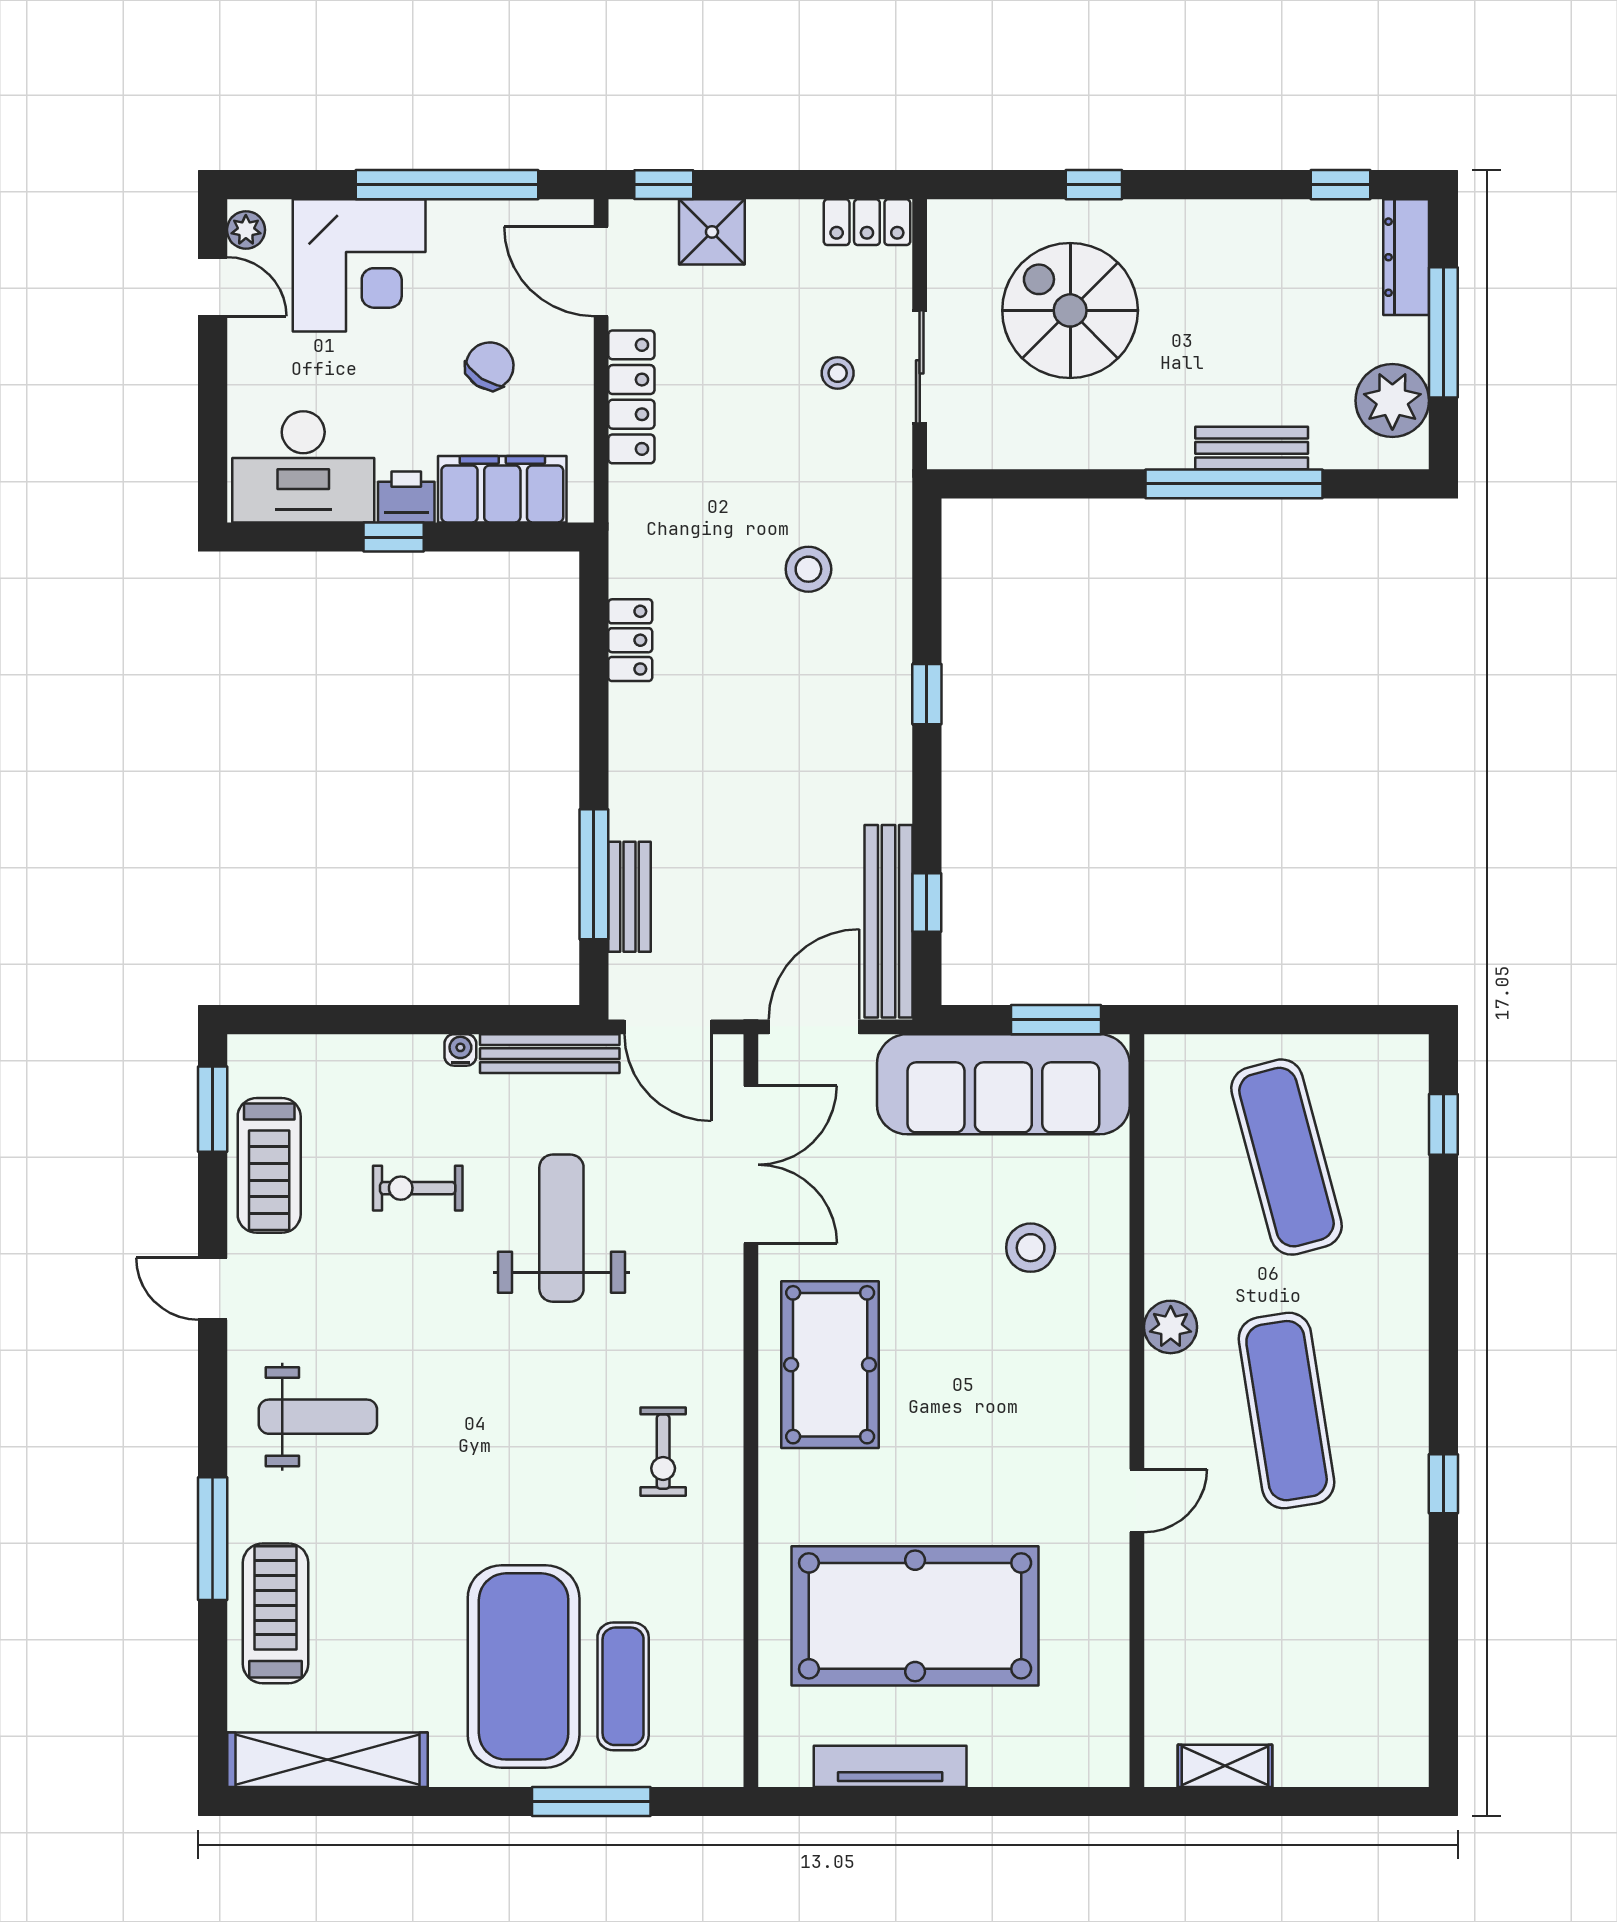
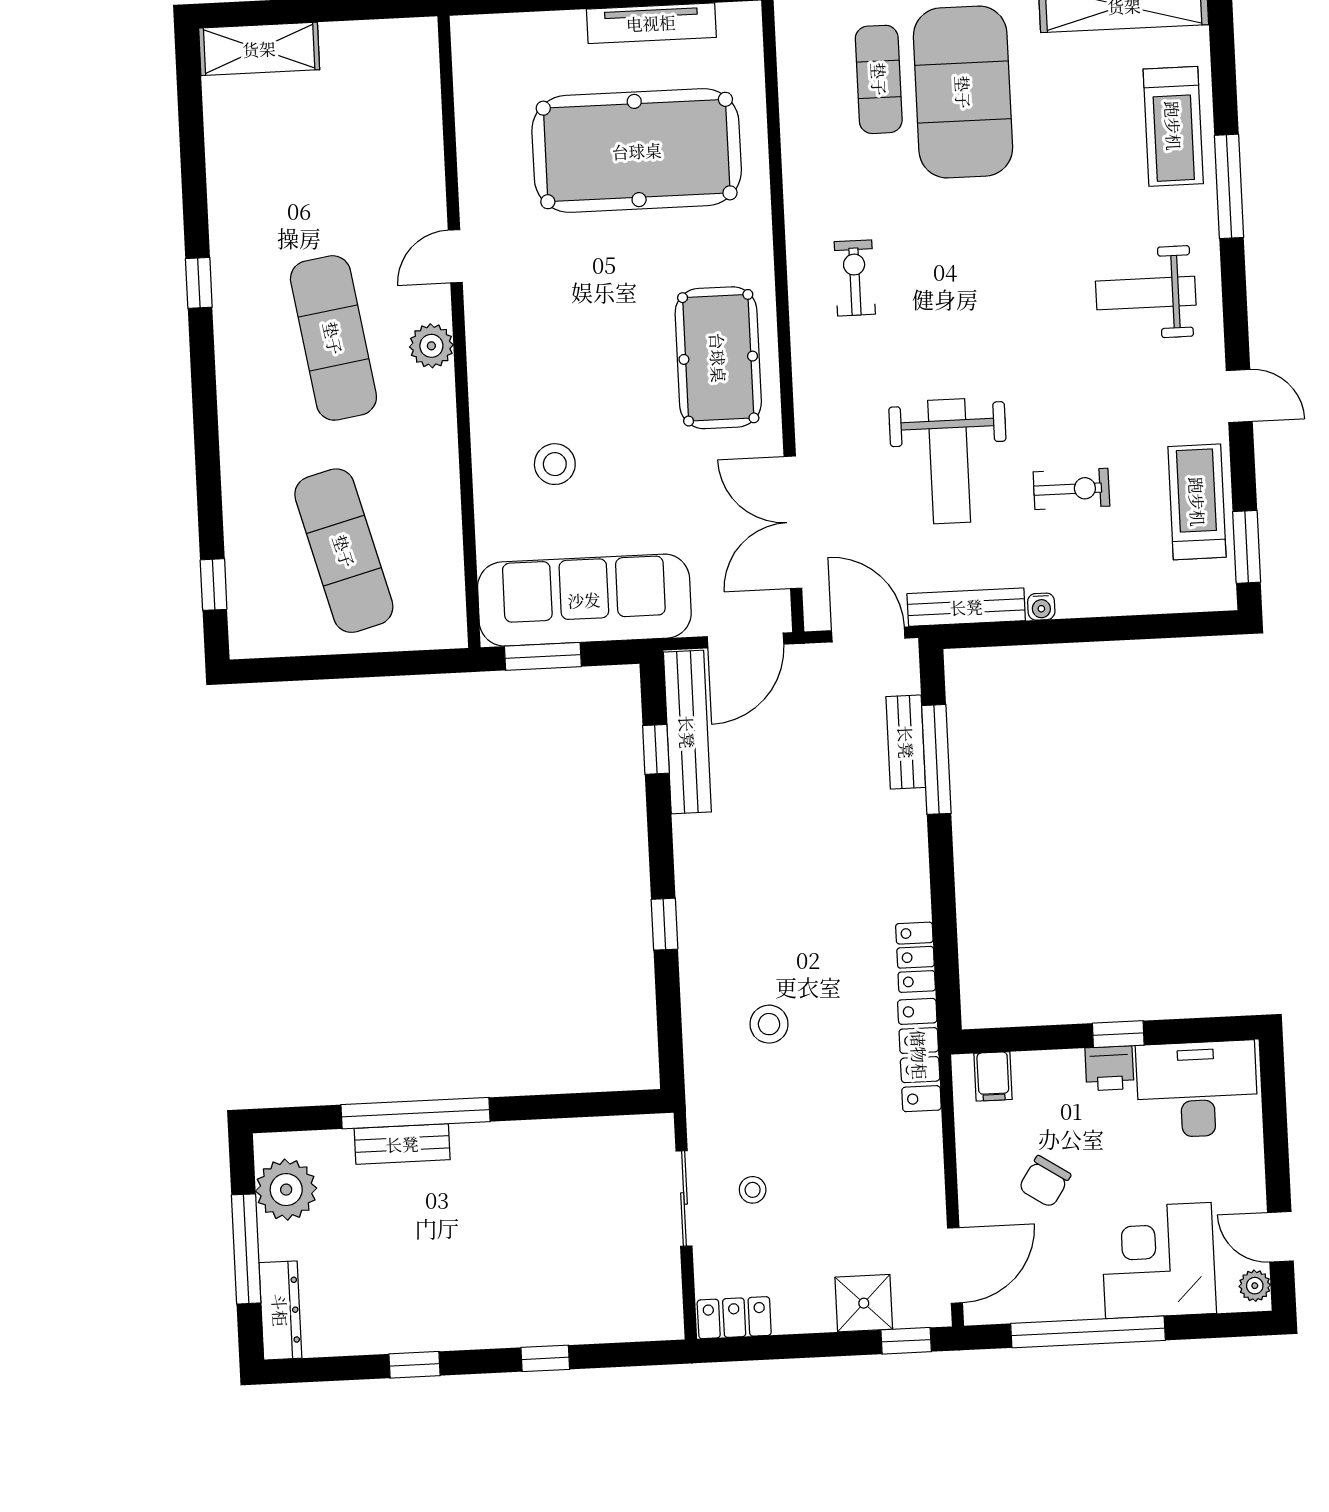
window: (1340, 185) -> (414, 1365), moved
door: (601, 271) -> (955, 1265), hinge flipped
spiral stairs: (1070, 310) -> (560, 1252), removed
locker: (631, 397) -> (919, 1055), moved
filing cabinet: (502, 489) -> (993, 1076), width x0.33, depth x0.86
plant: (1171, 1327) -> (431, 346), moved
shelving: (1225, 1766) -> (259, 49), moved, width x1.50, depth x1.33

